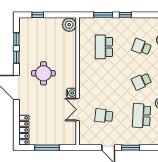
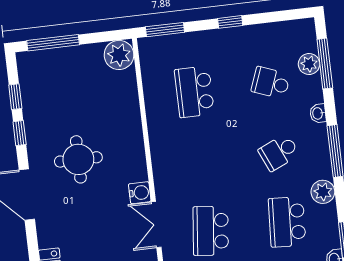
window: (38, 15) -> (53, 43), width x2.17
window: (103, 15) -> (165, 30), moved
school desk: (104, 116) -> (211, 231), width x1.85

